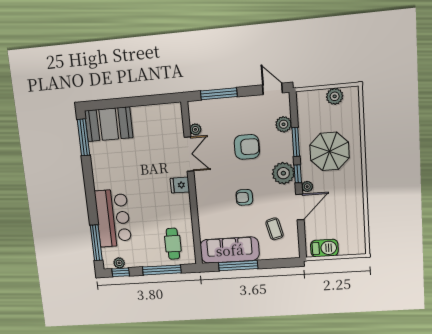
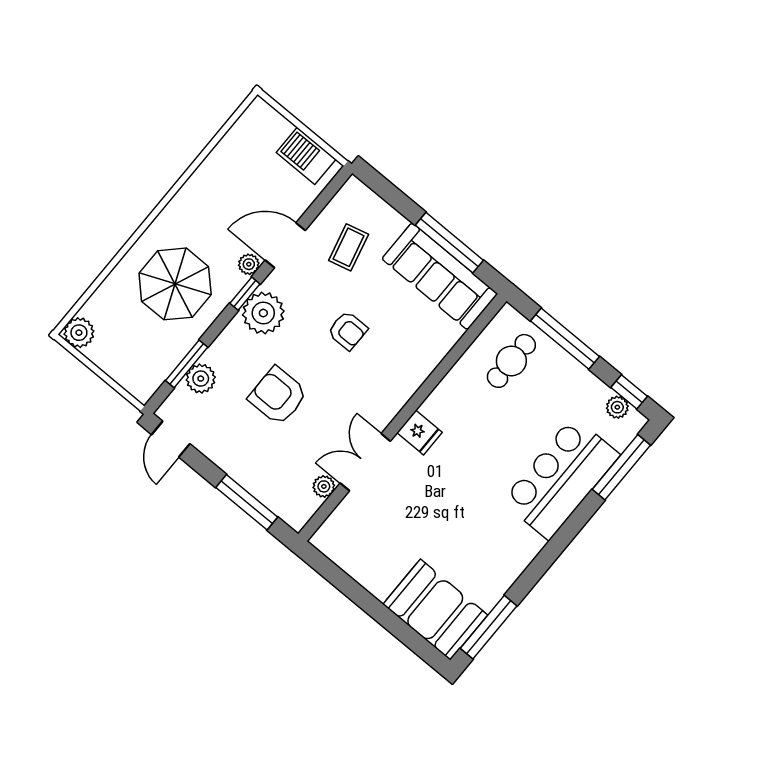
plant: (335, 96) -> (79, 333), moved
window: (296, 142) -> (187, 364), moved

